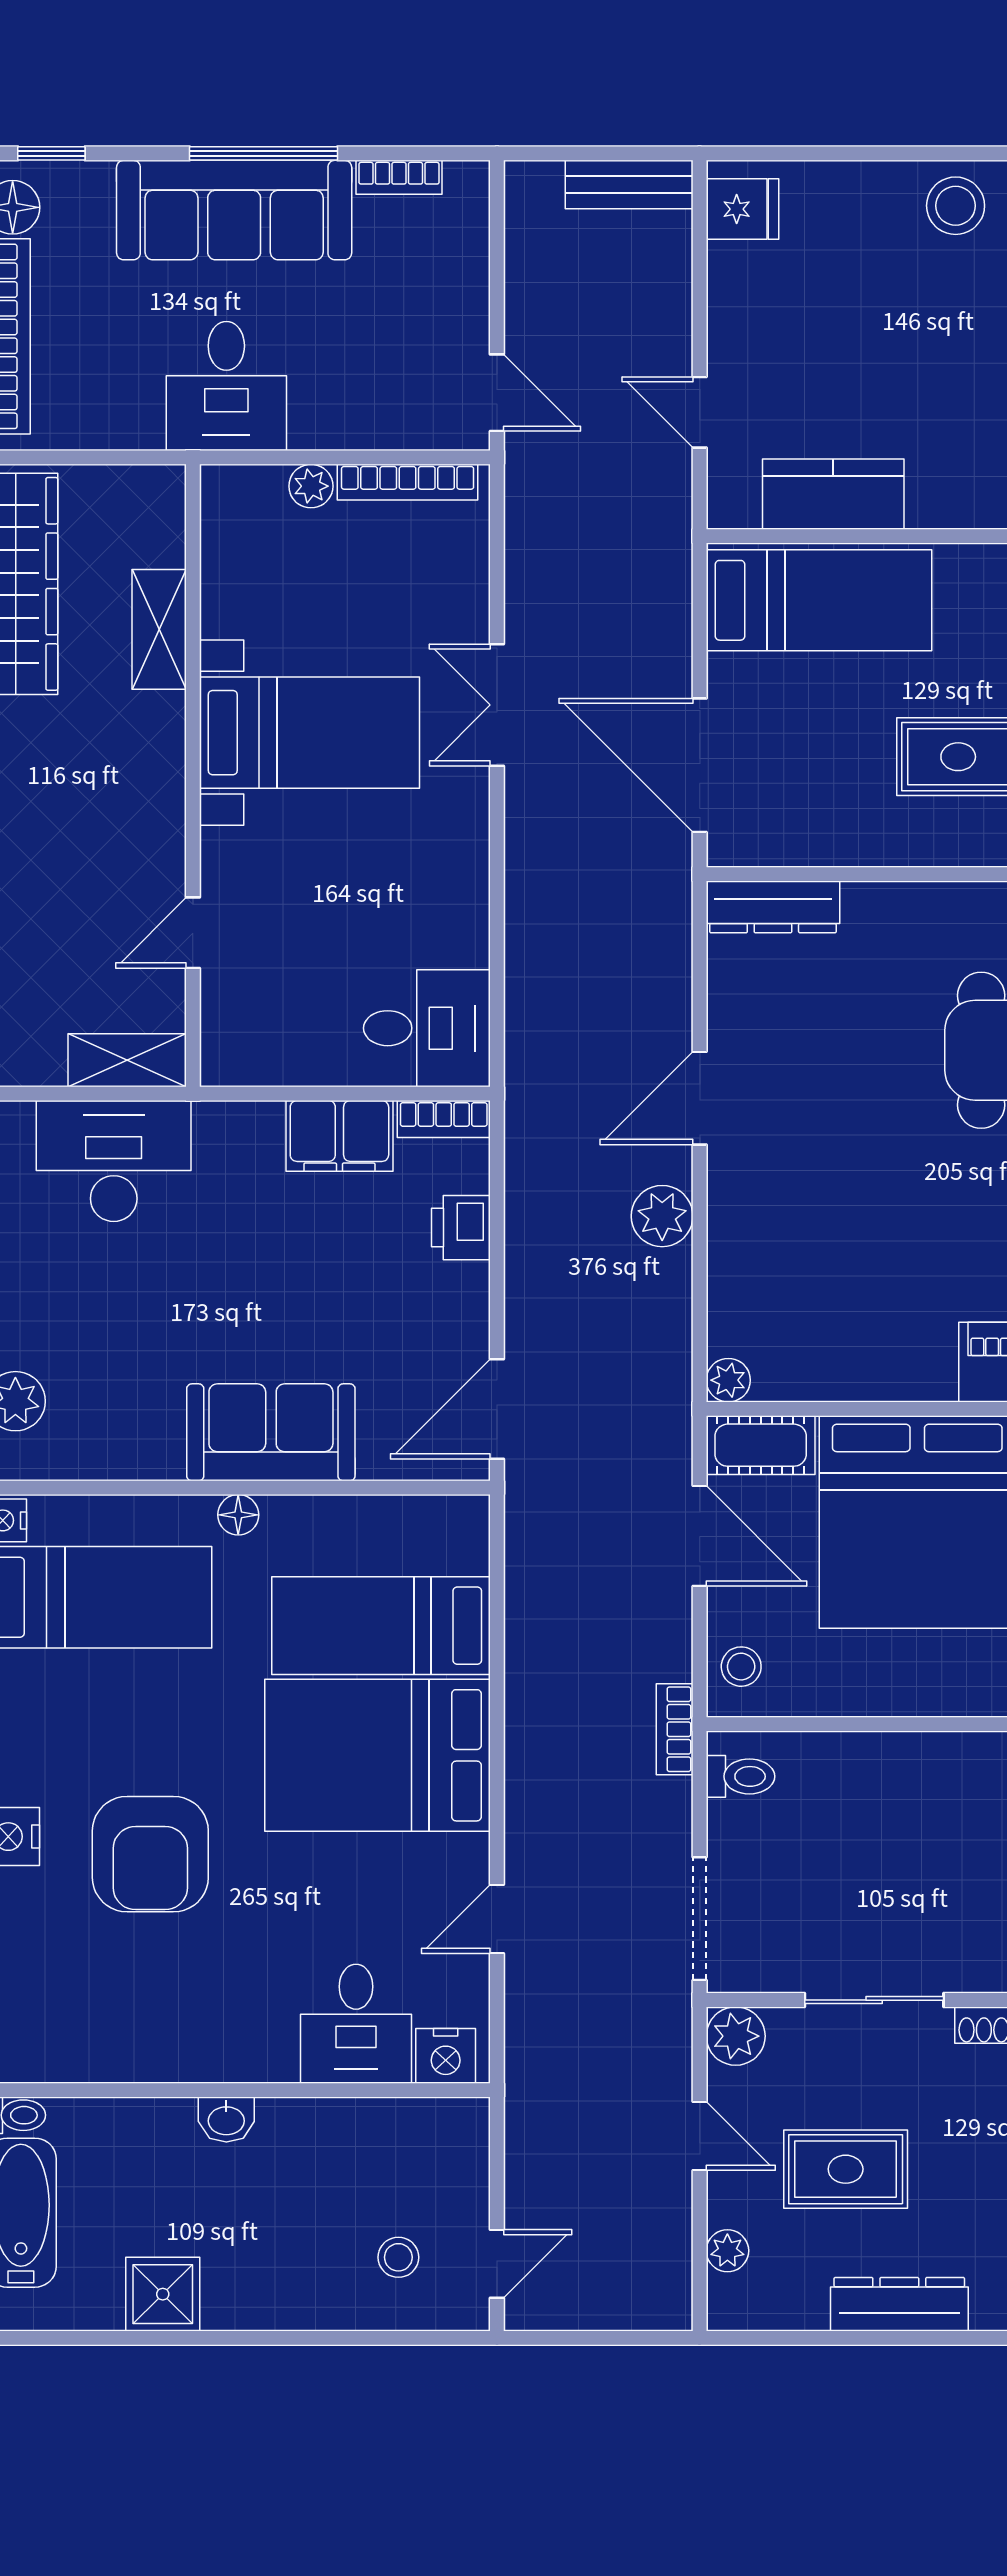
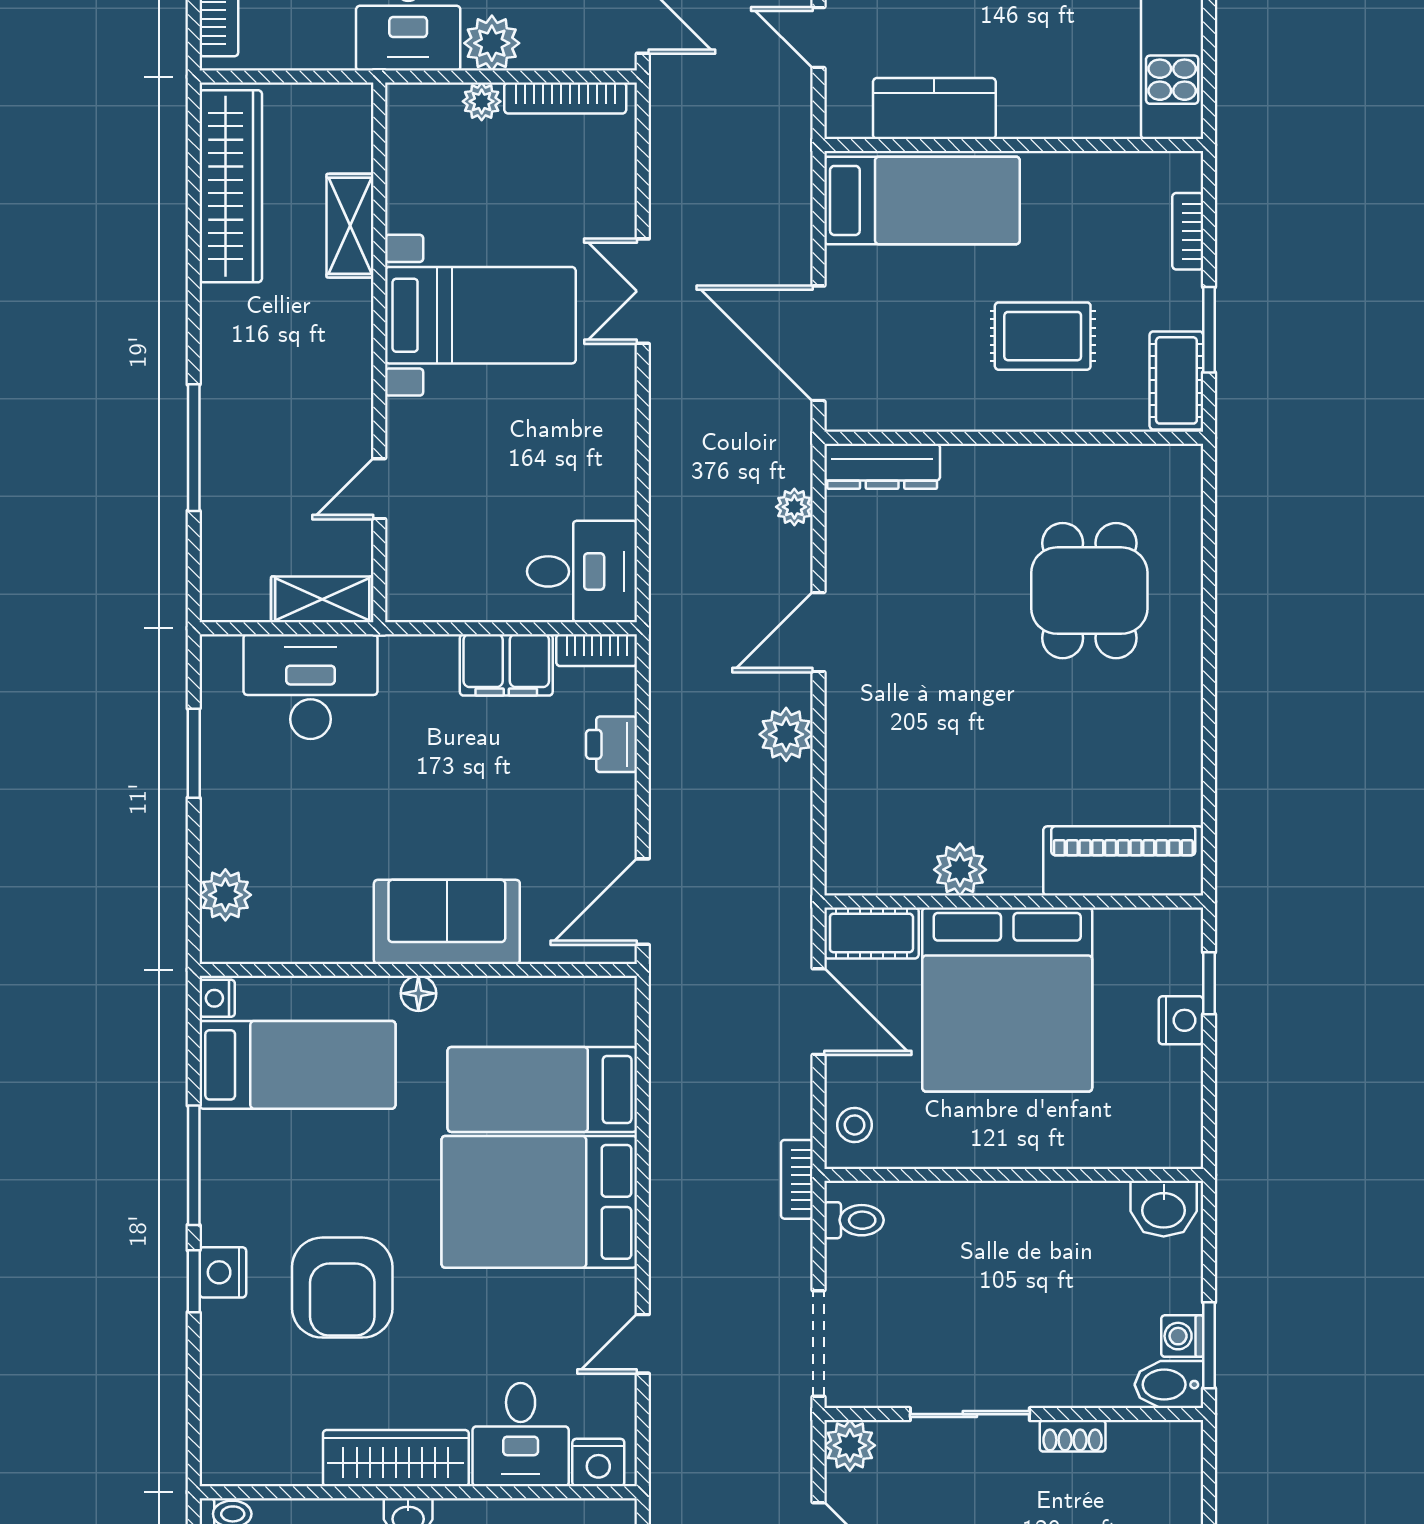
plant: (323, 419) -> (492, 43), added
plant: (672, 954) -> (794, 507), added
plant: (728, 1380) -> (960, 870), moved, width x1.38, depth x1.38
wardrobe: (212, 2051) -> (396, 1458), added

